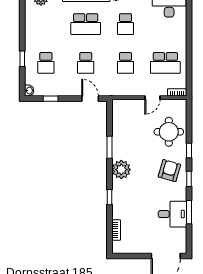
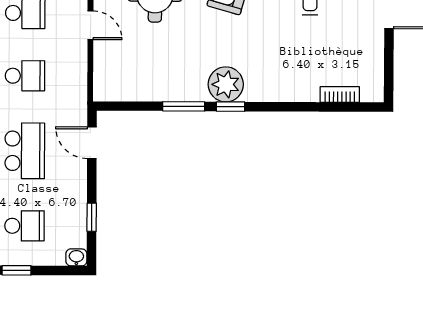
school desk: (86, 63) -> (25, 151), width x1.85
door: (90, 99) -> (92, 143), hinge flipped
window: (110, 197) -> (231, 107), moved

